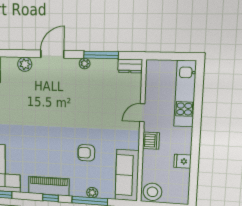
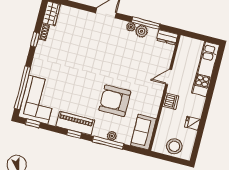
plant: (25, 64) -> (141, 31), moved
armchair: (86, 153) -> (115, 101), width x1.88, depth x1.88
sofa: (127, 175) -> (143, 132), width x0.73
stool: (152, 192) -> (174, 146), moved

